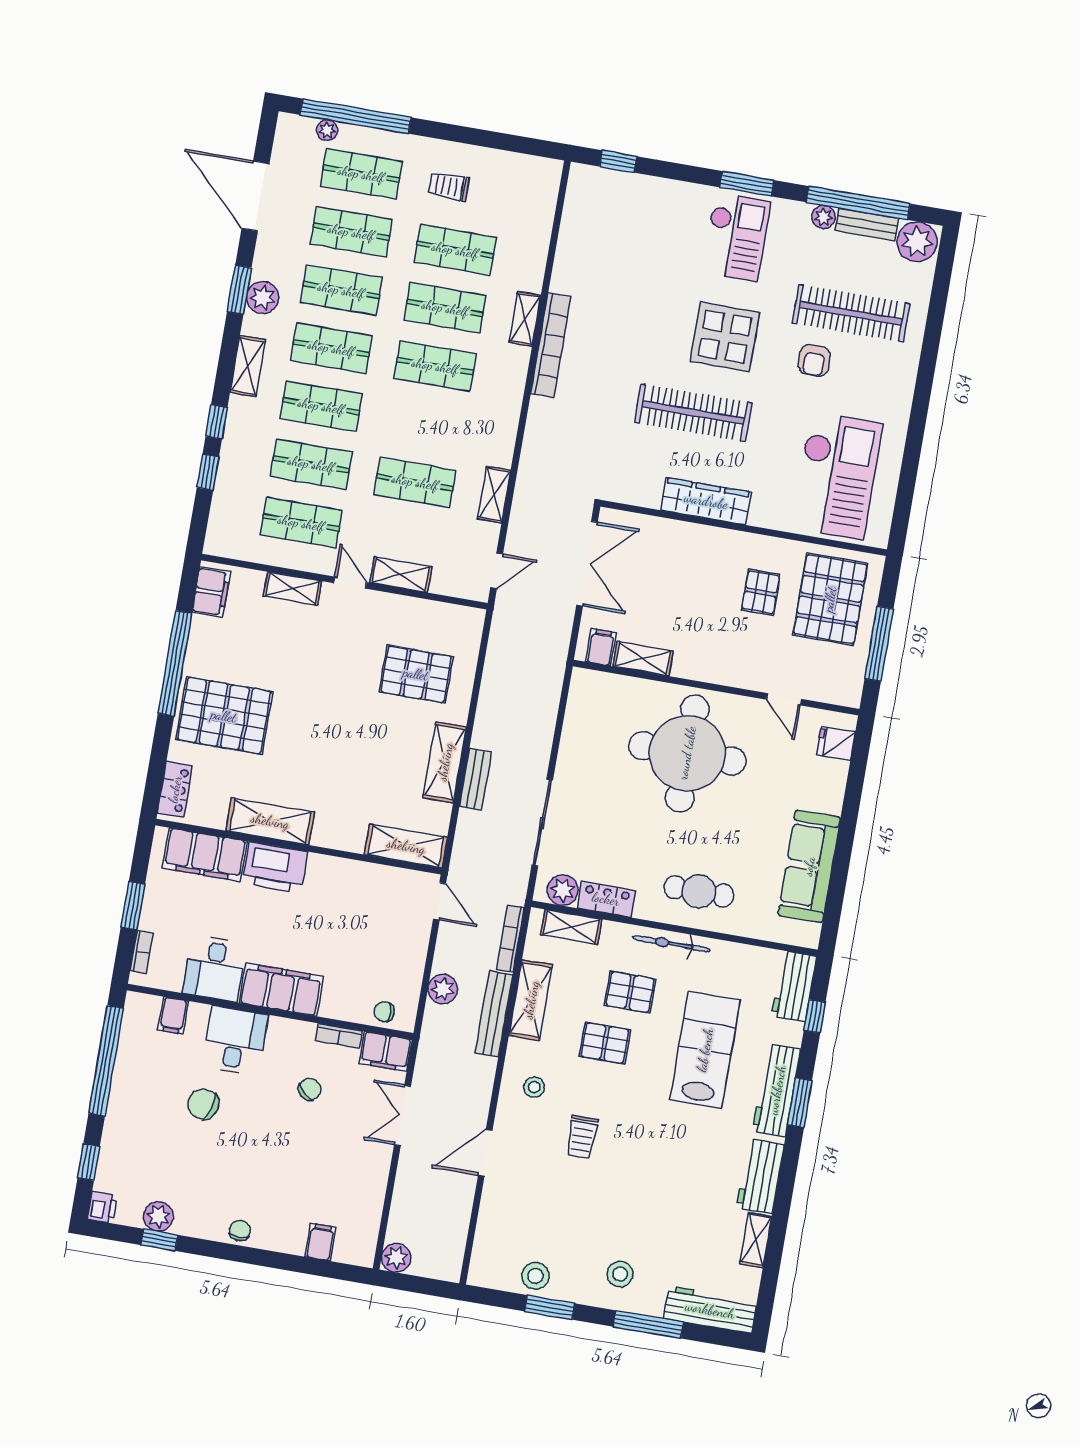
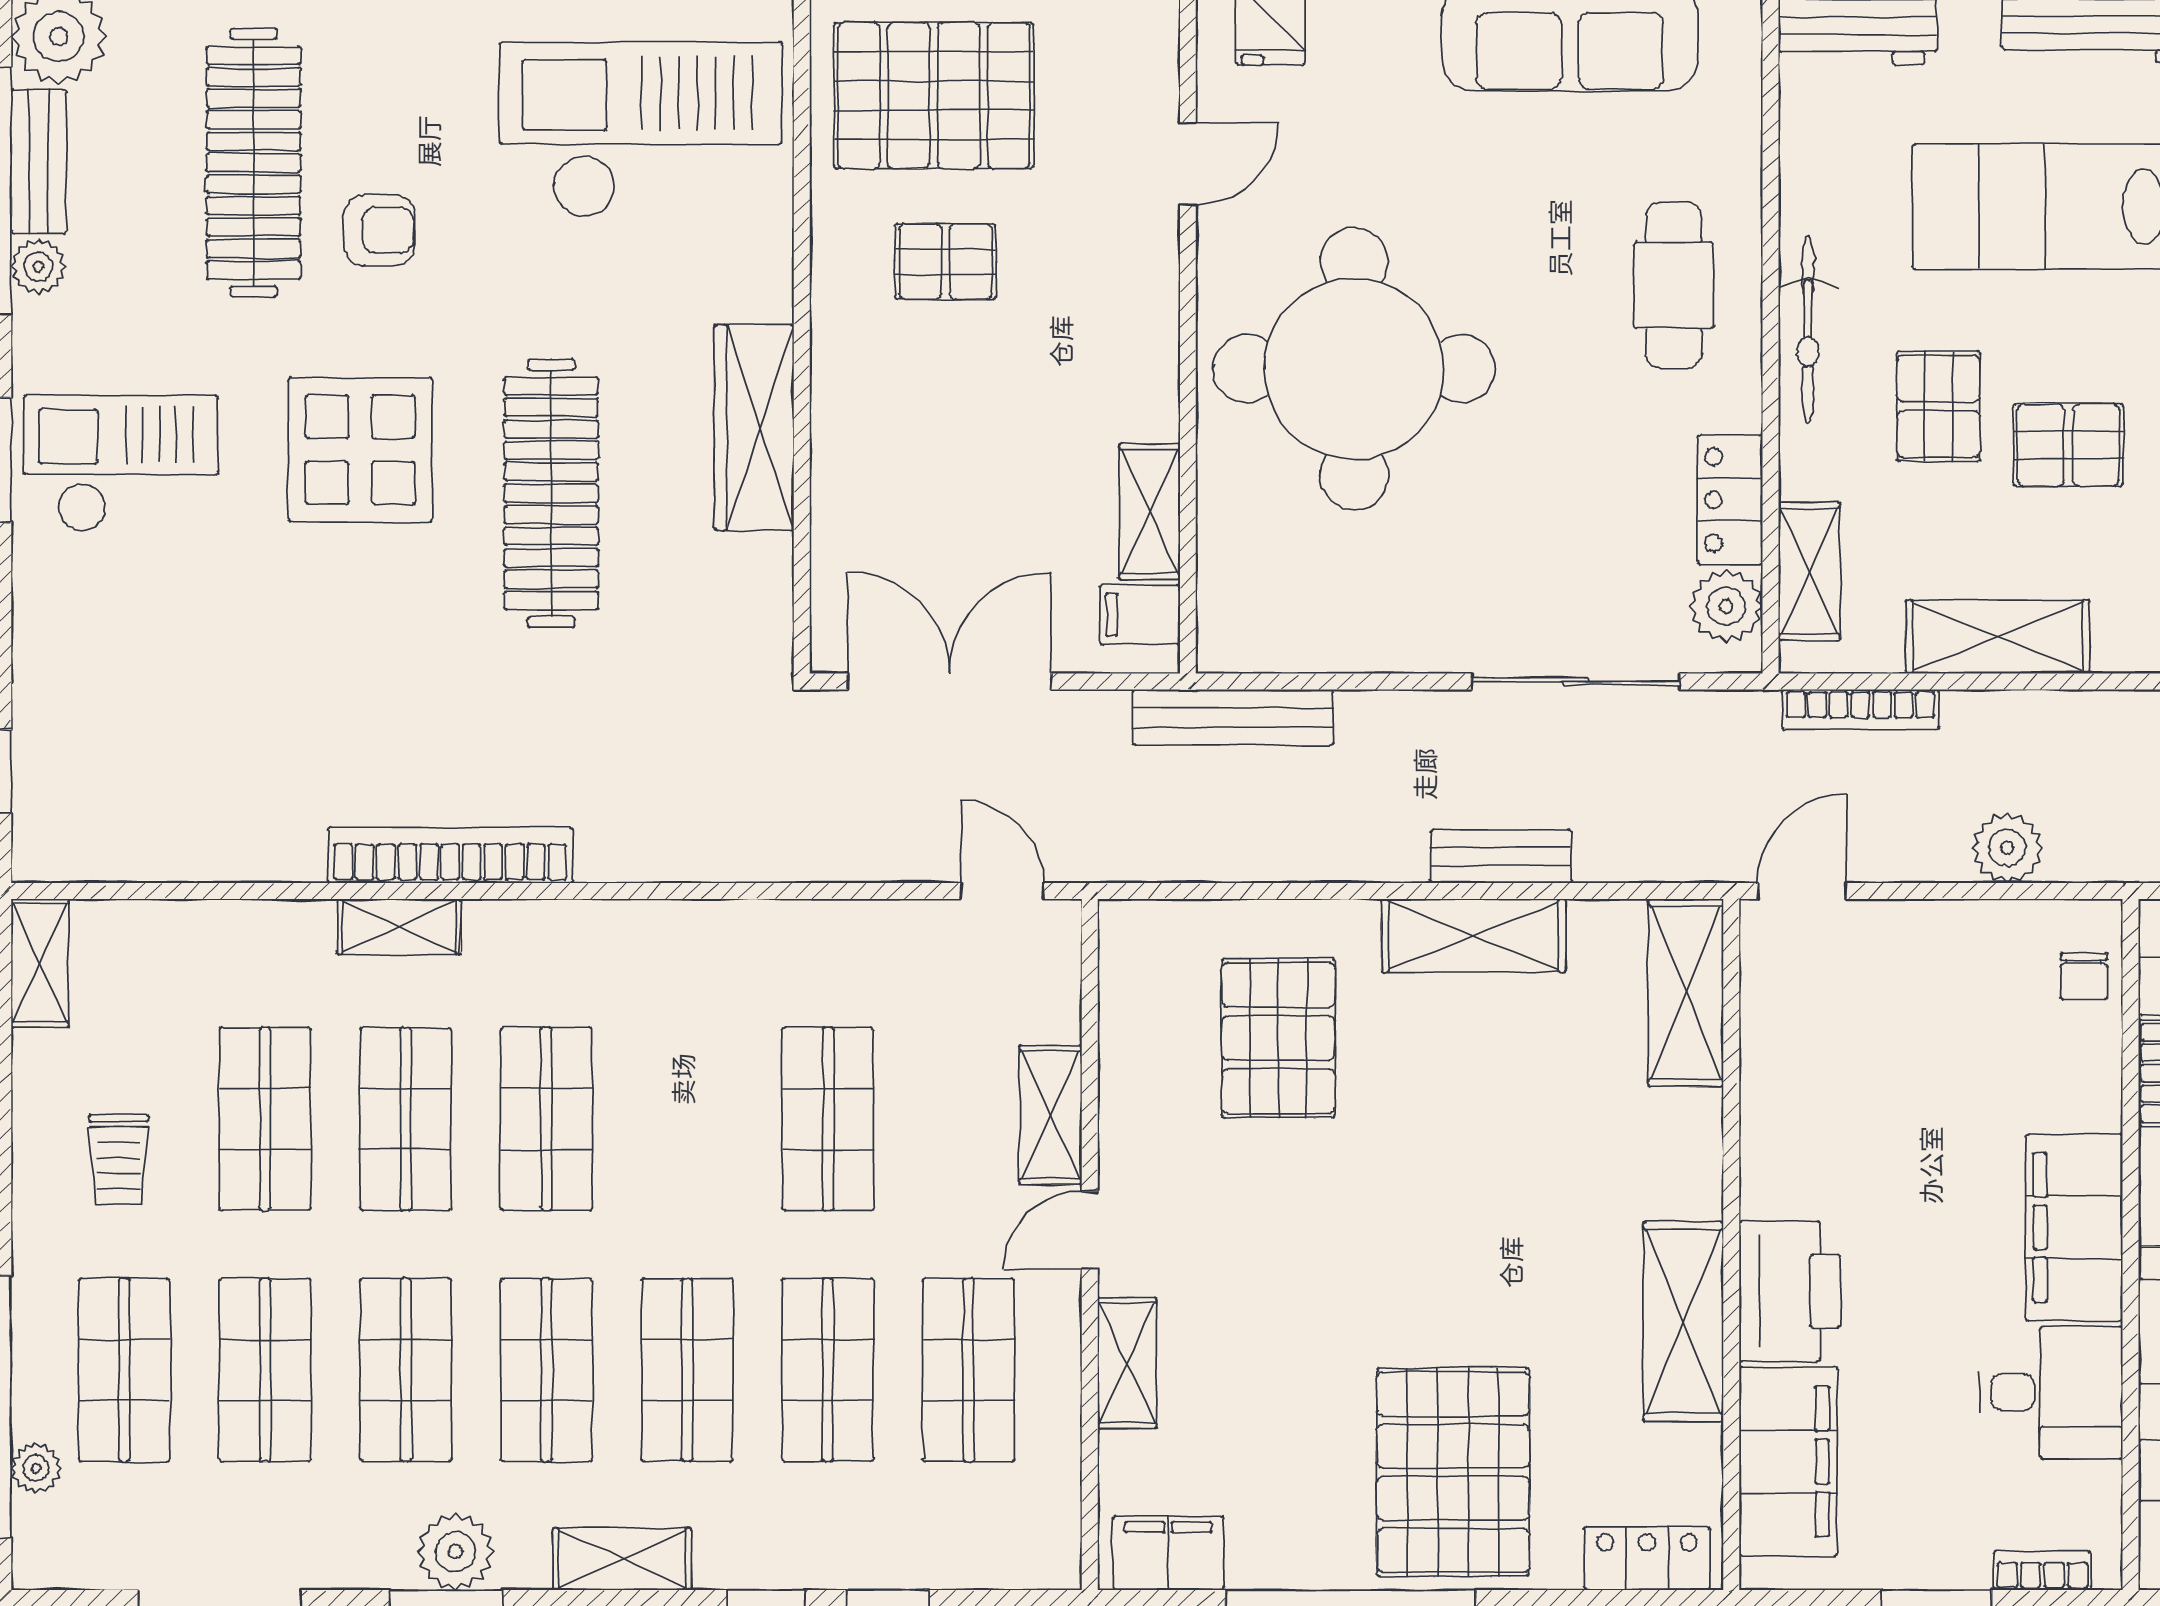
shelving: (494, 495) -> (40, 963), moved, turned 90
bench: (494, 1014) -> (1233, 717), moved
pallet: (605, 1043) -> (2068, 445), turned 90

